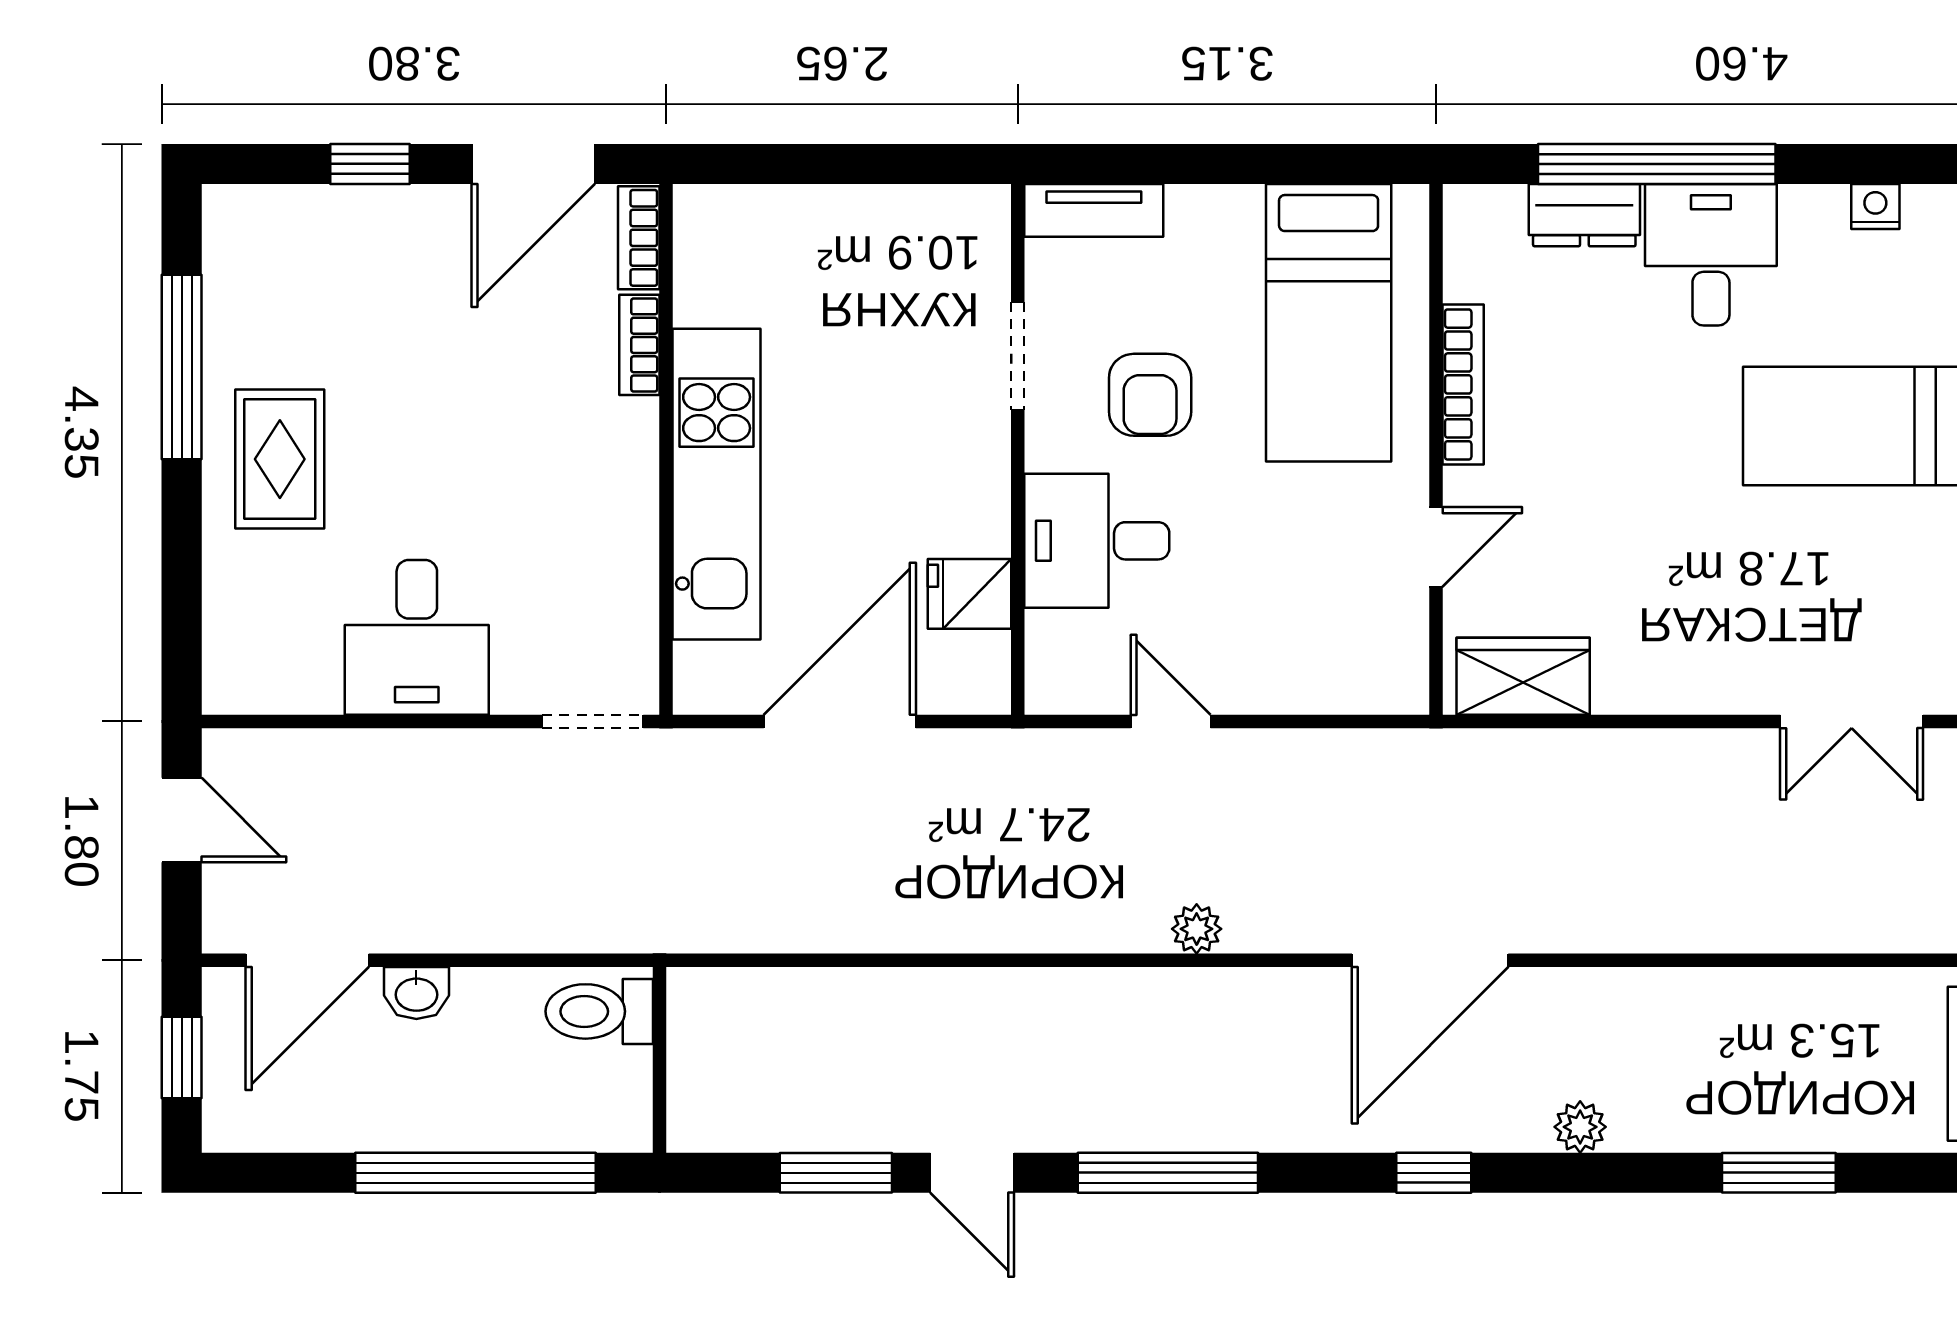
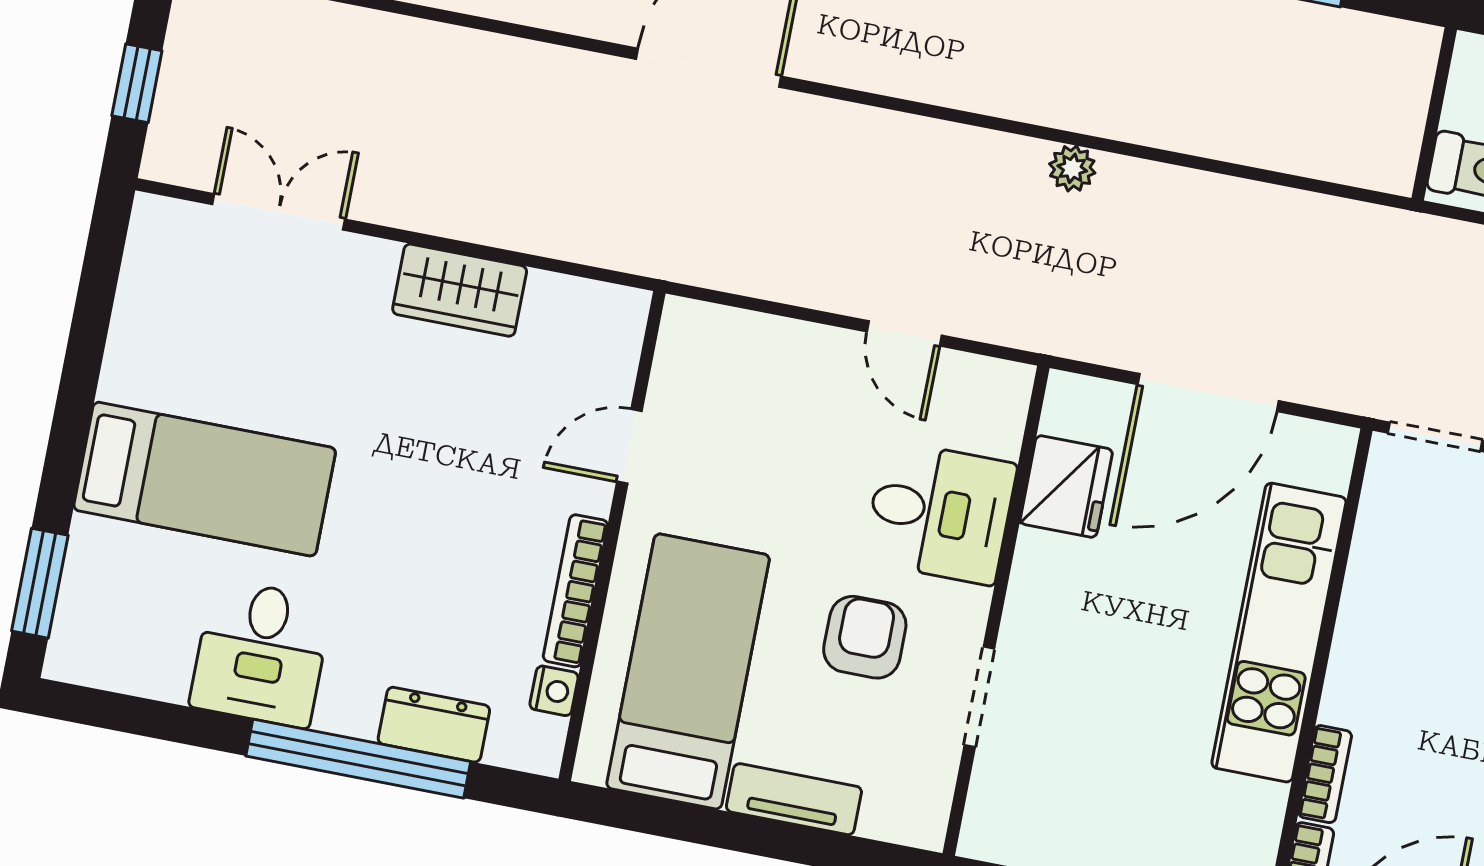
nightstand: (1875, 206) -> (554, 691), moved, turned -90
tv unit: (1094, 210) -> (794, 799), moved
desk: (1711, 255) -> (261, 653), moved
fridge: (969, 594) -> (1066, 486), width x1.38
wardrobe: (1523, 676) -> (460, 290), moved
plant: (1197, 929) -> (1072, 168), moved

